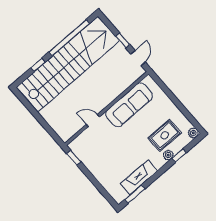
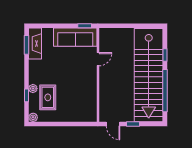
sofa: (129, 105) -> (75, 37), moved, turned -90
fireplace: (139, 177) -> (35, 44), moved

